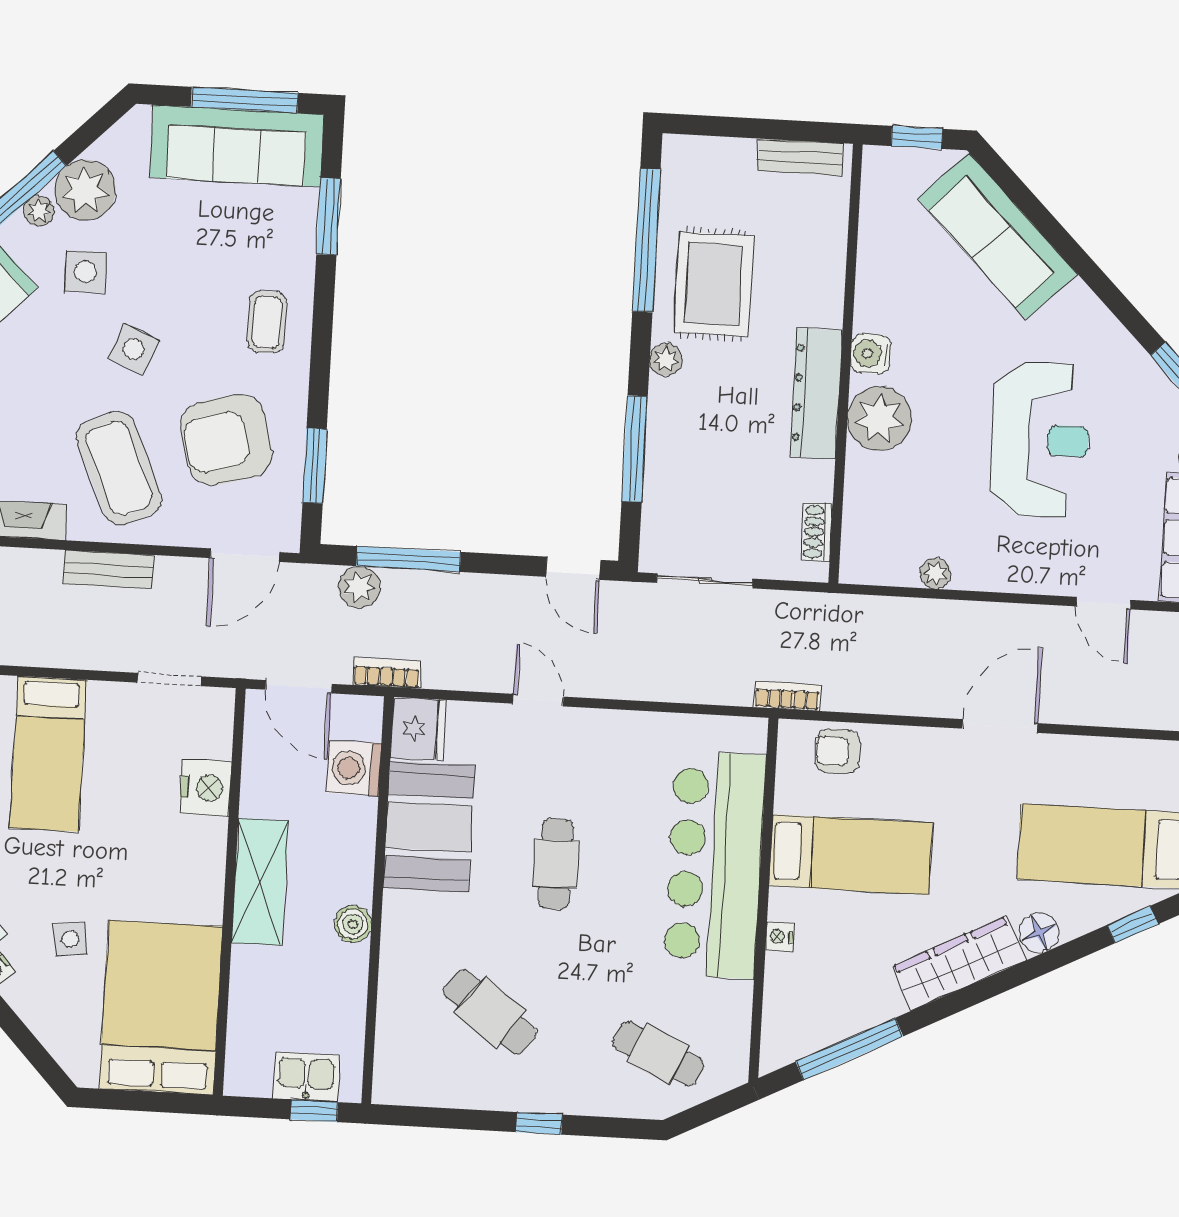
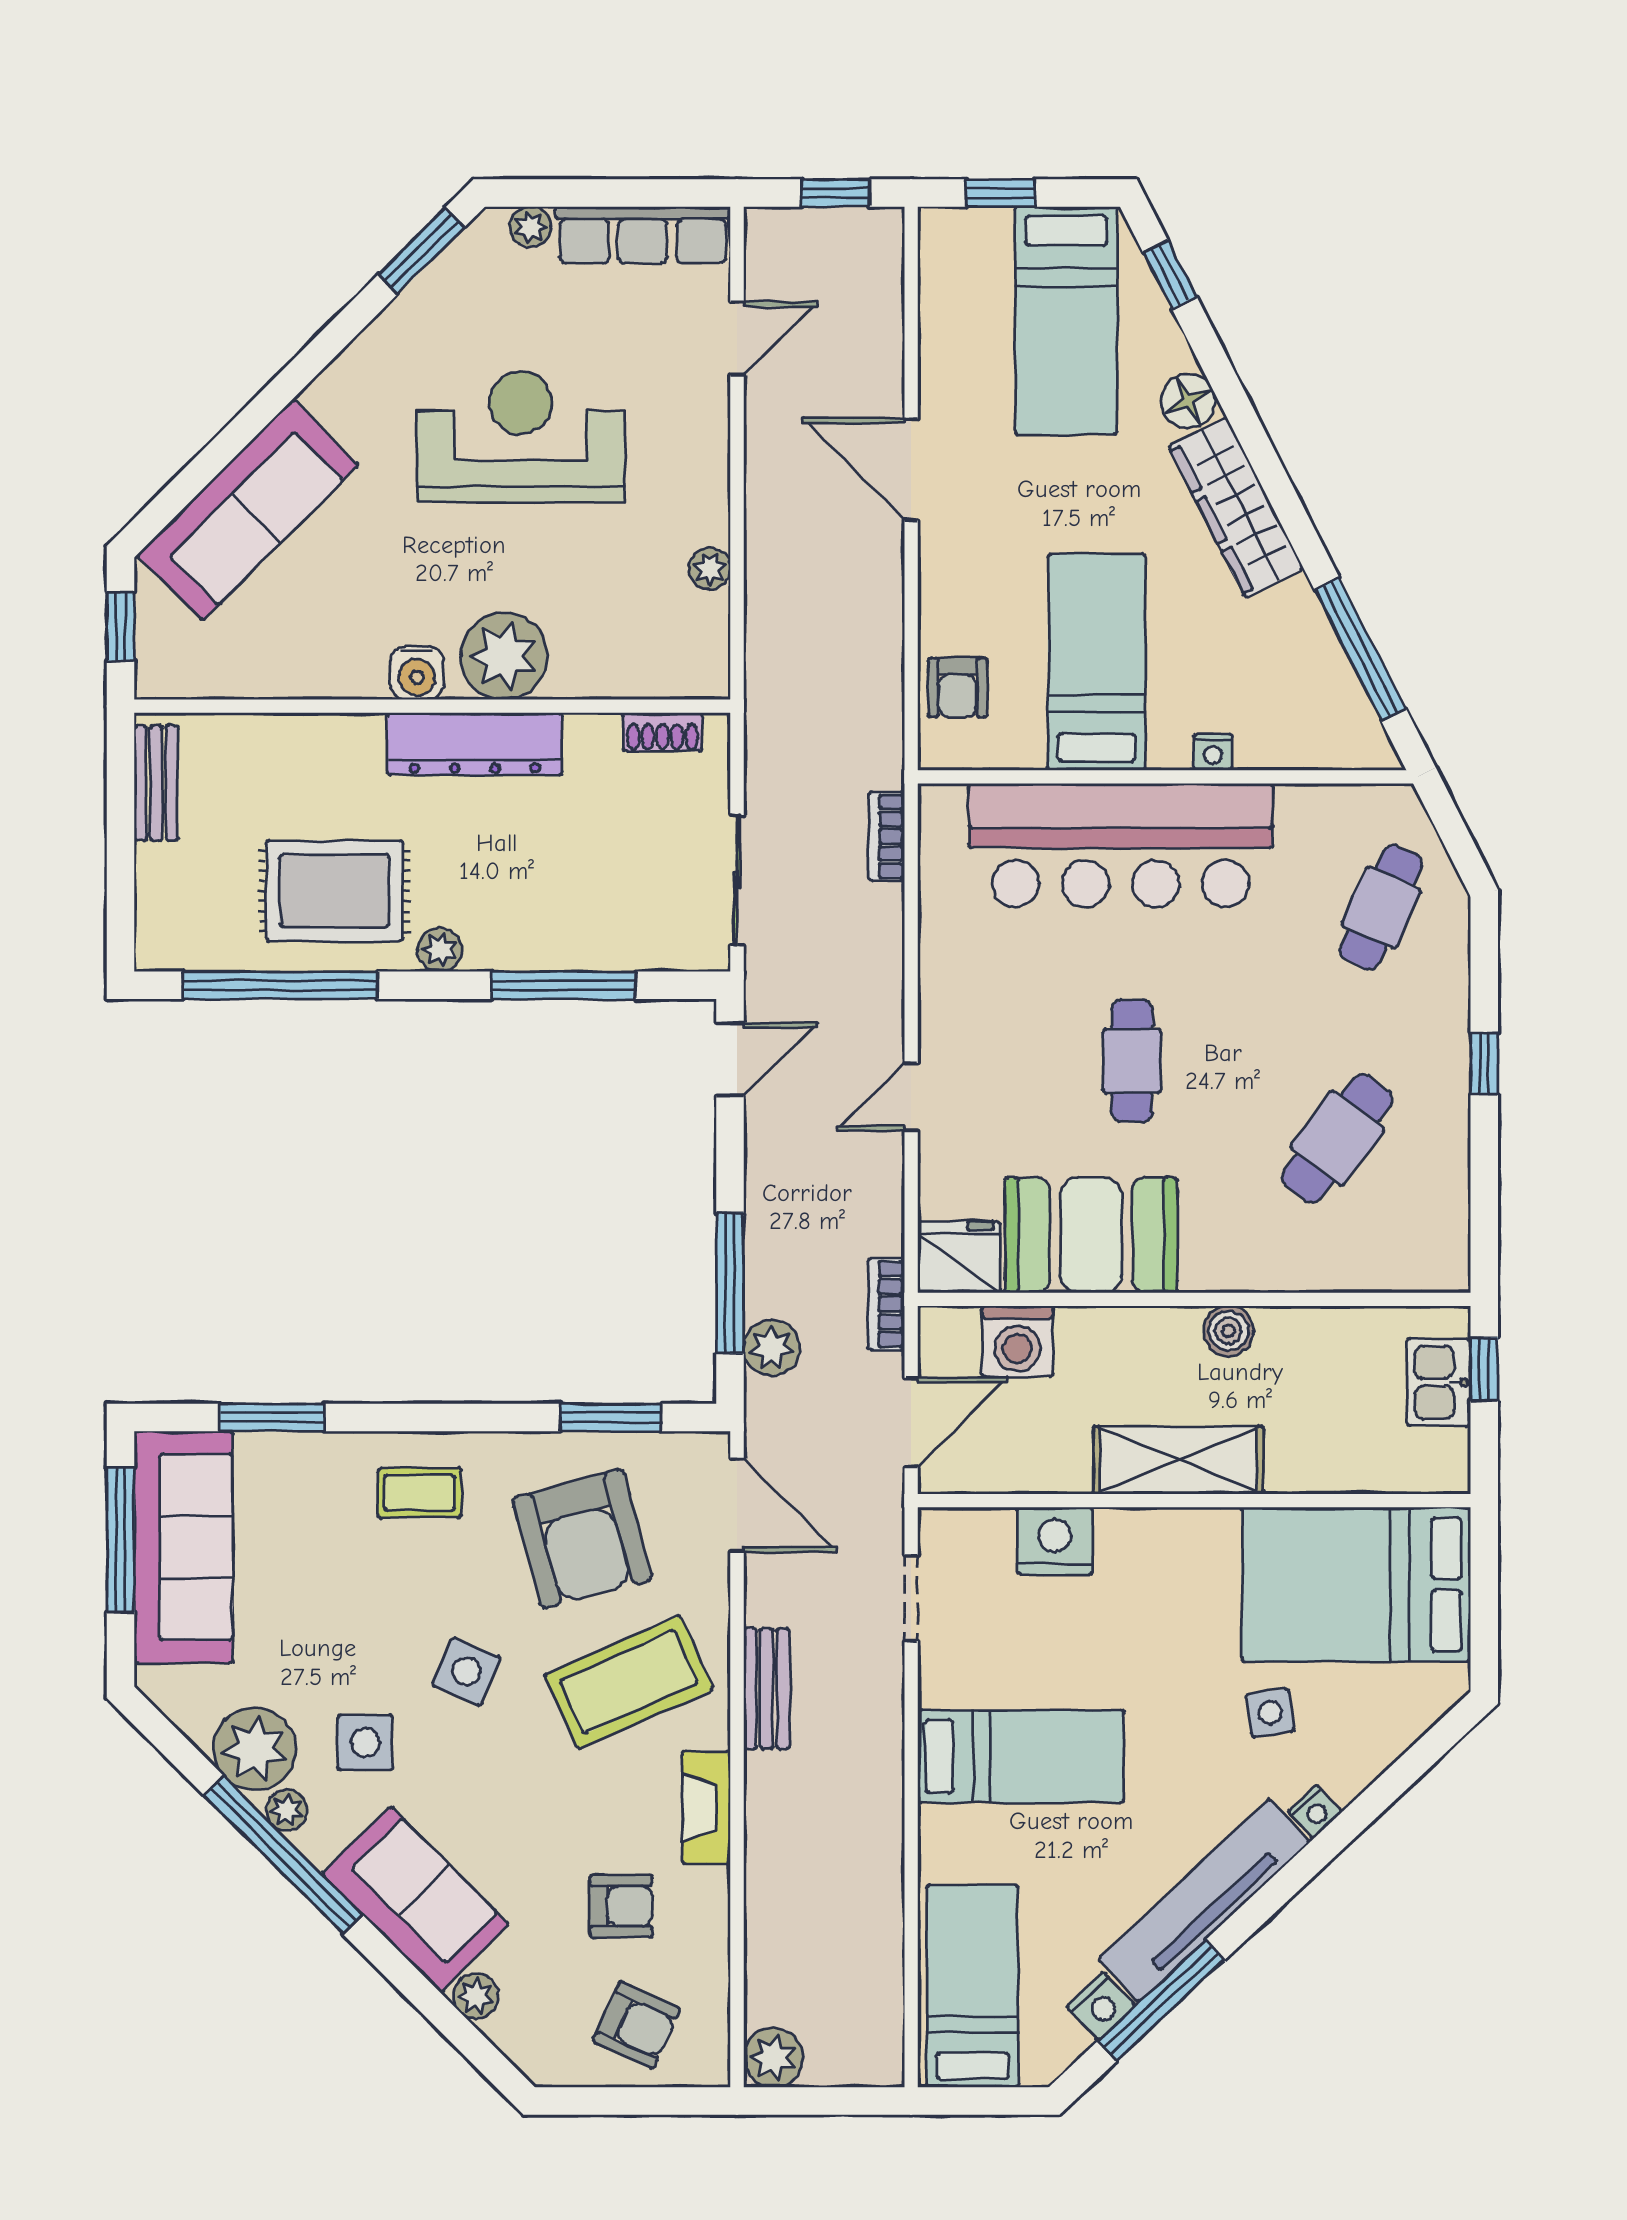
bookcase: (787, 696) -> (887, 836), moved
cafe table: (556, 864) -> (1132, 1061), turned 90

